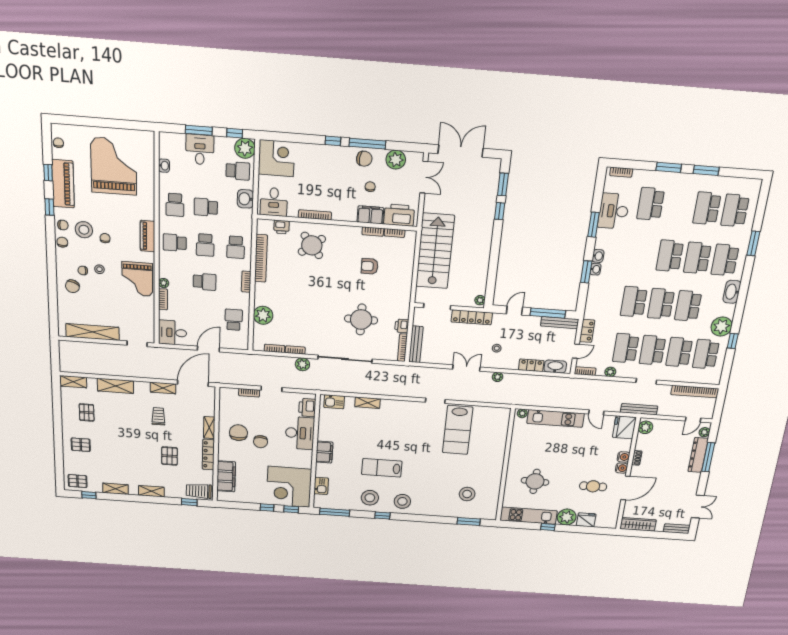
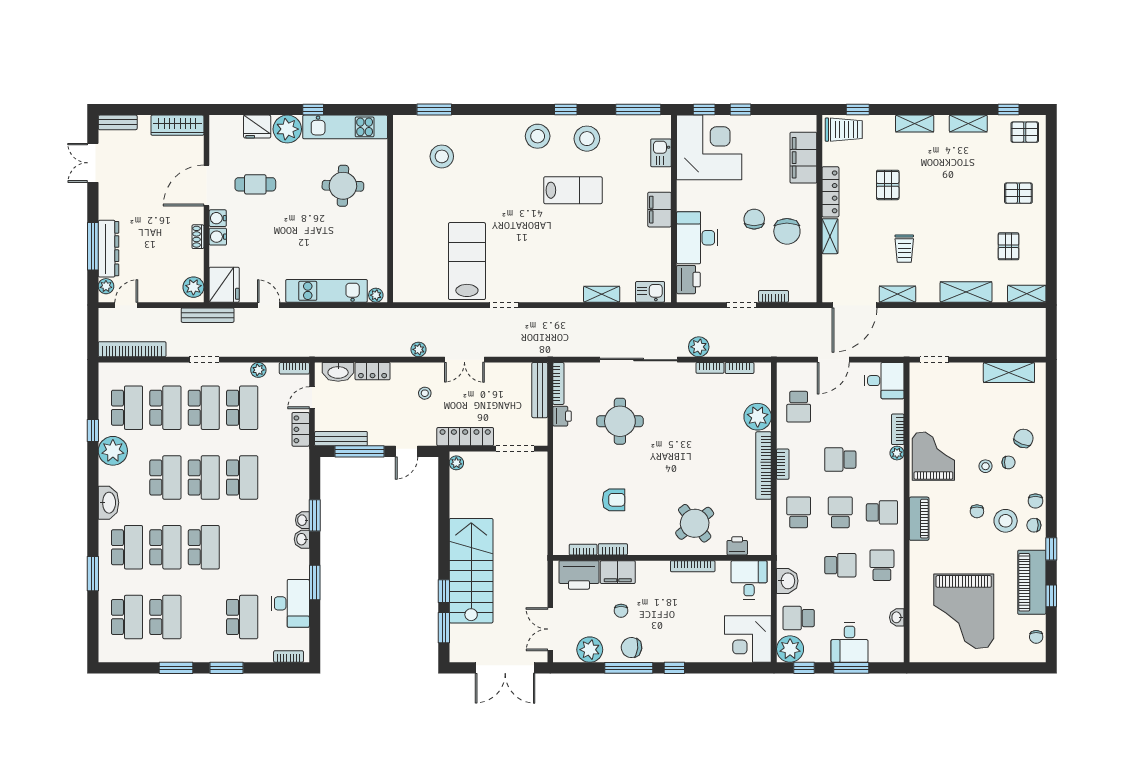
stairs: (435, 251) -> (471, 571), moved, turned 180
bookcase: (261, 258) -> (763, 466), moved
shelving: (93, 332) -> (1009, 373), width x0.68

